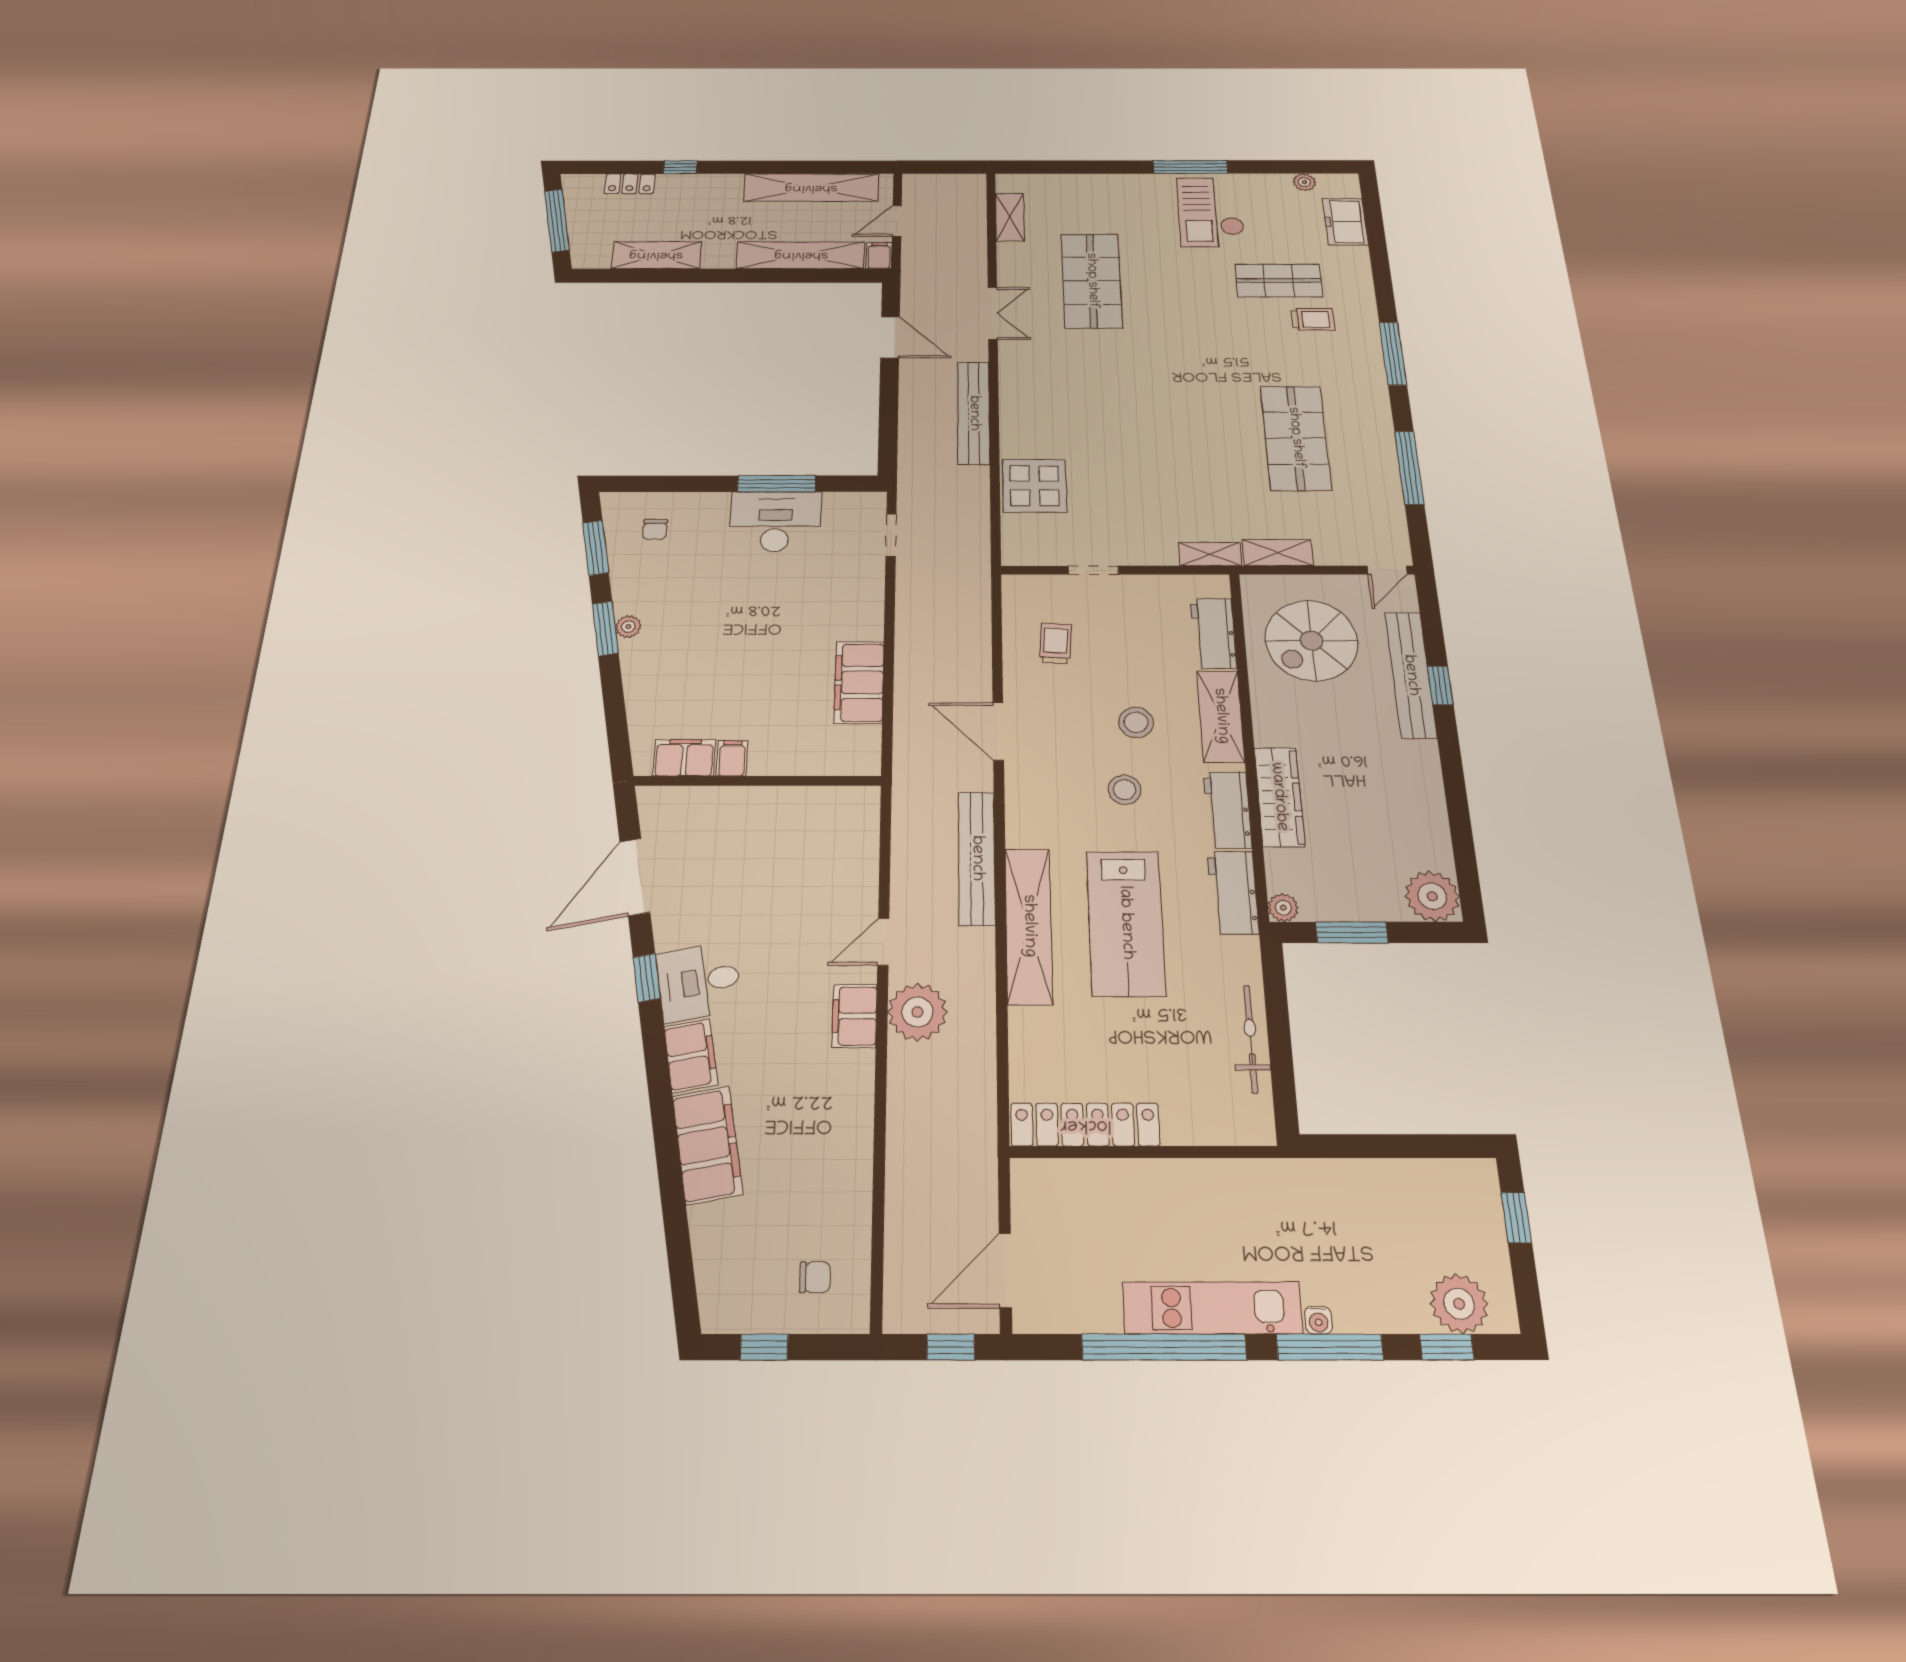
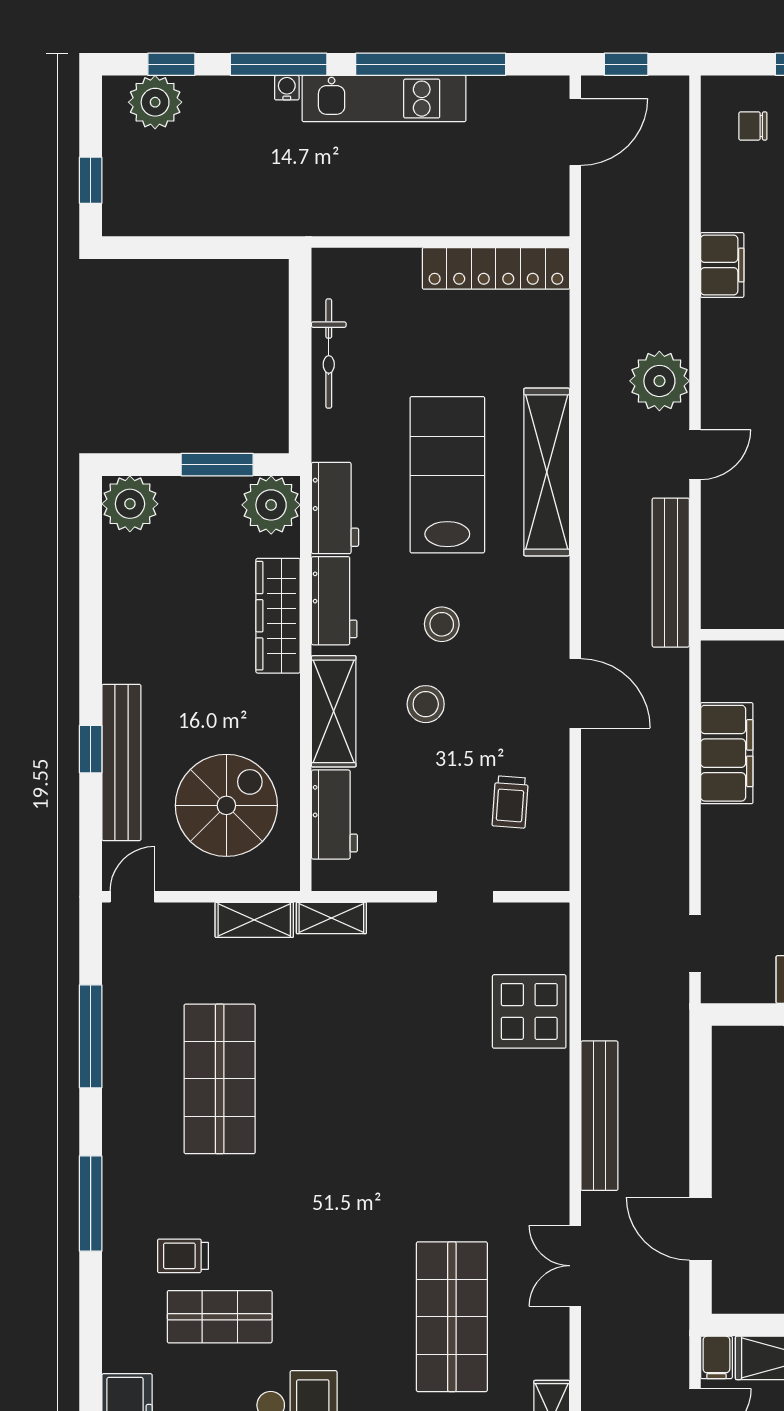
bench: (977, 858) -> (671, 573), moved
plant: (1283, 908) -> (271, 505), width x1.87, depth x1.87
filing cabinet: (855, 1016) -> (722, 265), moved

